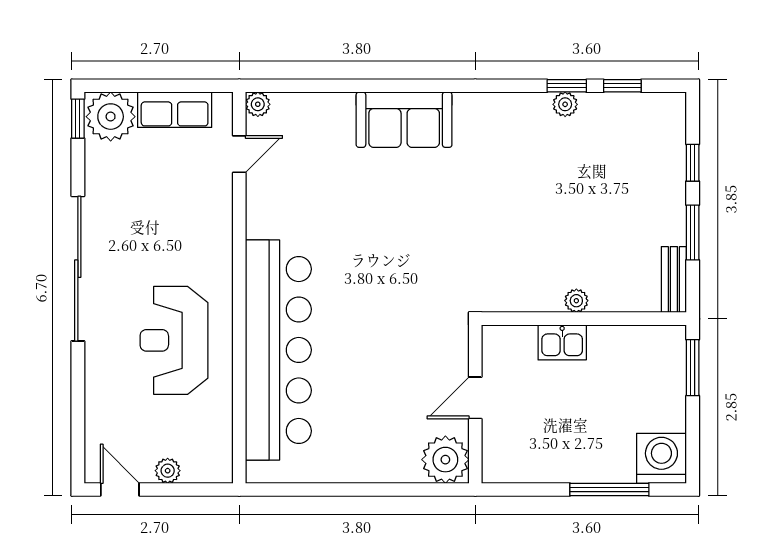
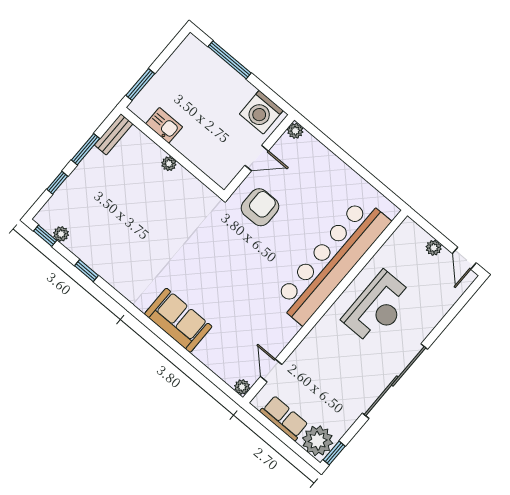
window: (622, 86) -> (45, 236), moved
plant: (565, 104) -> (61, 234), moved
door: (239, 154) -> (271, 371), hinge flipped
armchair: (421, 341) -> (260, 207), added
kitchen sink: (562, 342) -> (164, 125), moved
washing machine: (661, 458) -> (261, 112), moved
plant: (445, 460) -> (295, 131), width x0.53, depth x0.53

